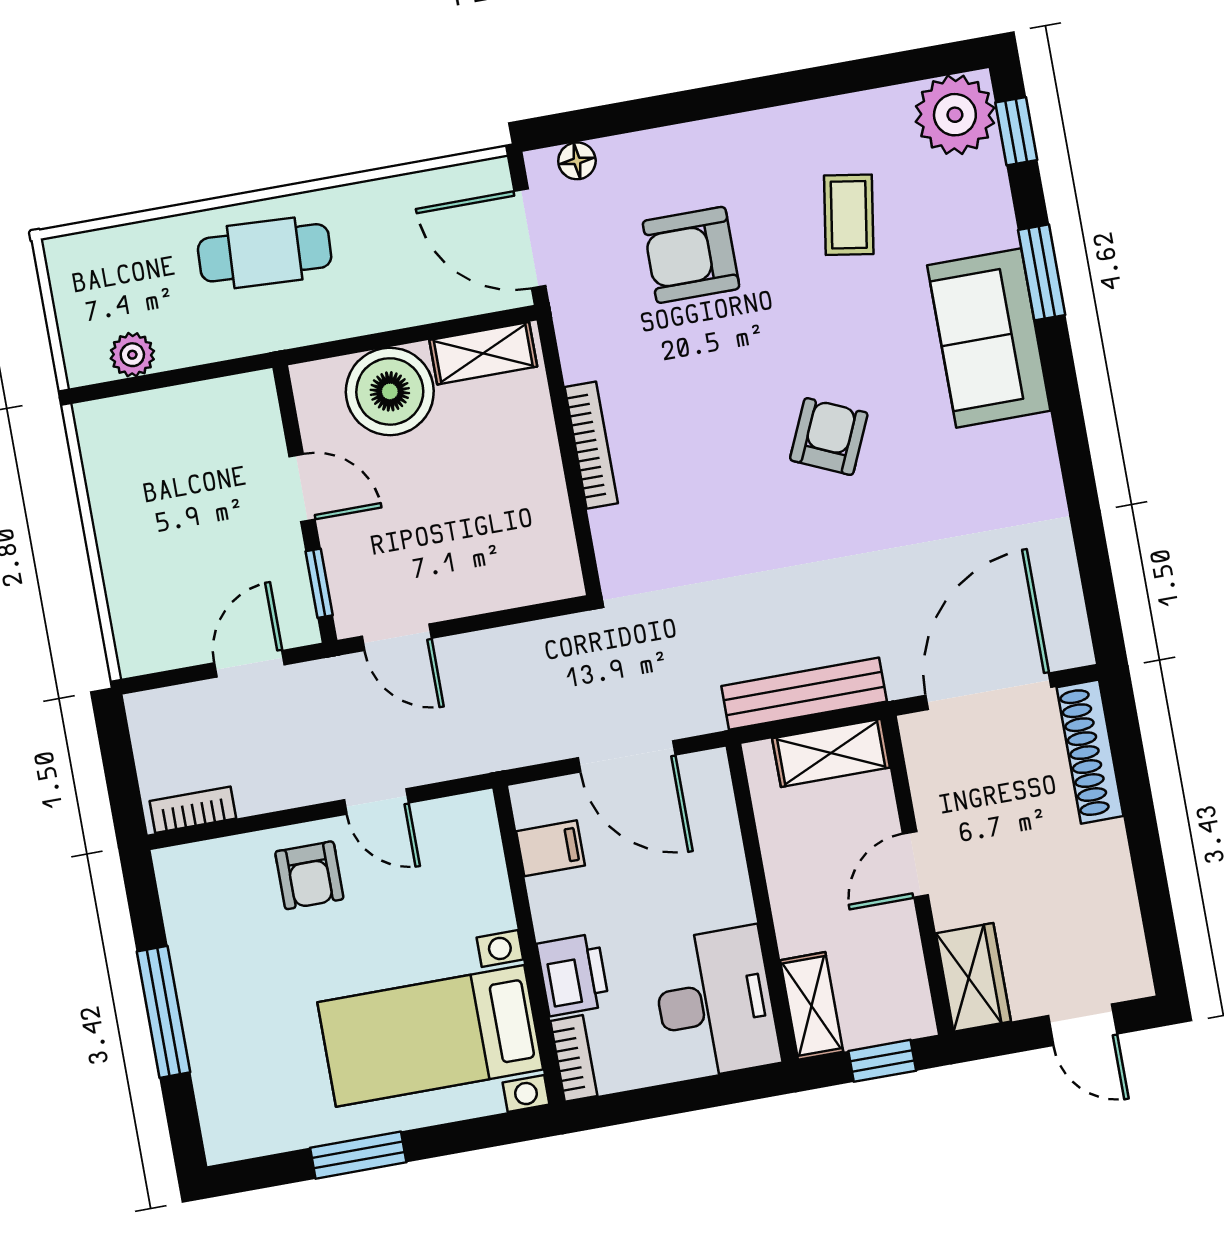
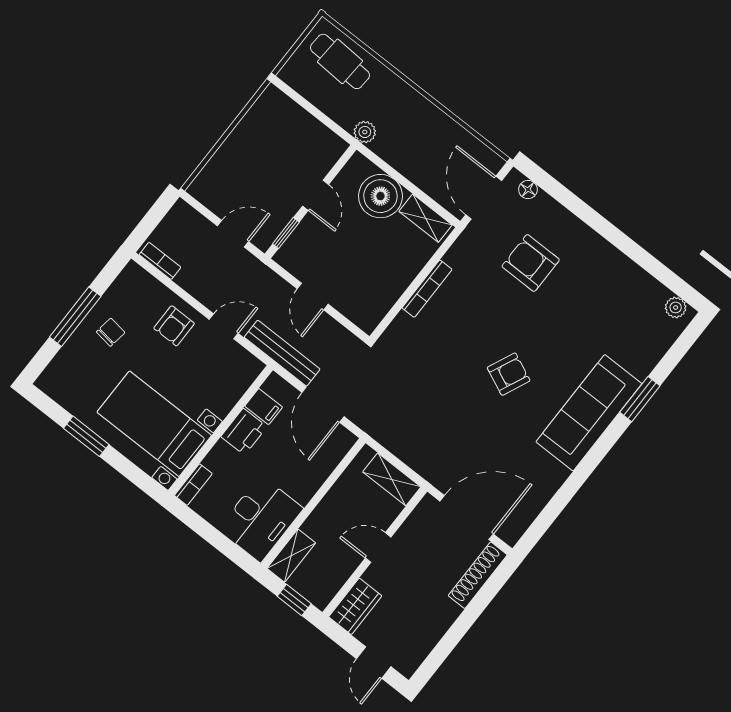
plant: (955, 115) -> (676, 307), width x0.53, depth x0.53
window: (1016, 131) -> (684, 343), removed
coffee table: (849, 215) -> (598, 308), removed
cafe table: (265, 253) -> (340, 61), moved
sofa: (989, 338) -> (589, 413), width x1.36
plant: (132, 355) -> (365, 132), moved
door: (397, 637) -> (313, 296), moved
bench: (804, 694) -> (282, 353), moved
door: (376, 801) -> (224, 326), swing flipped
printer: (573, 975) -> (244, 432), moved
chair: (234, 979) -> (111, 332), added

